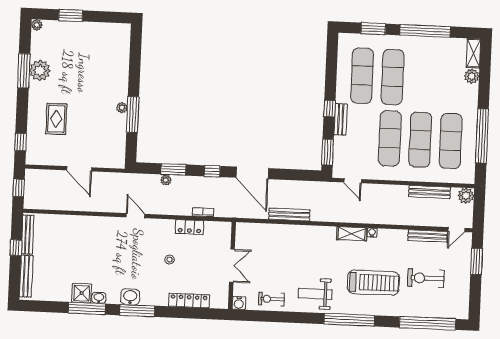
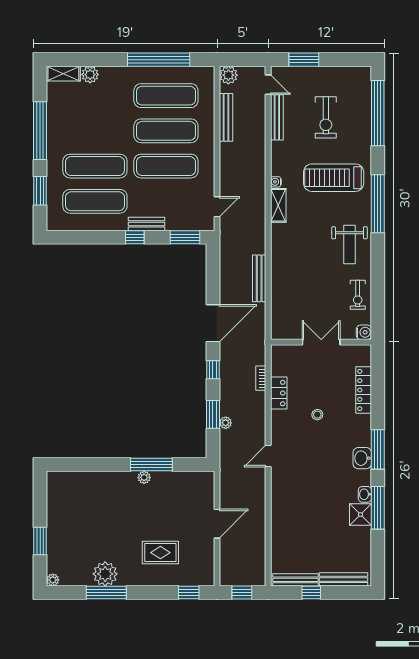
treadmill: (373, 283) -> (334, 178), turned -90

